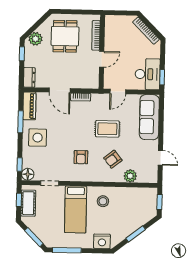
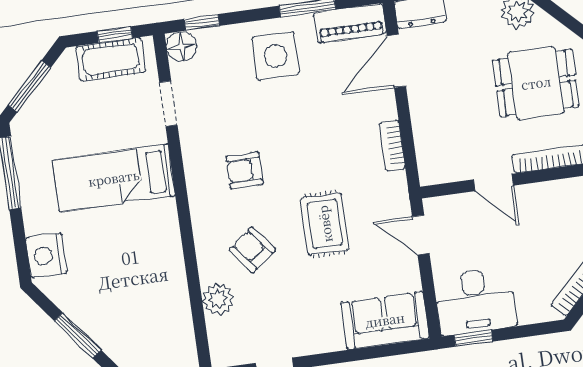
door: (60, 90) -> (396, 61), moved
sofa: (149, 117) -> (385, 320), width x0.73
stool: (103, 201) -> (145, 242), removed

